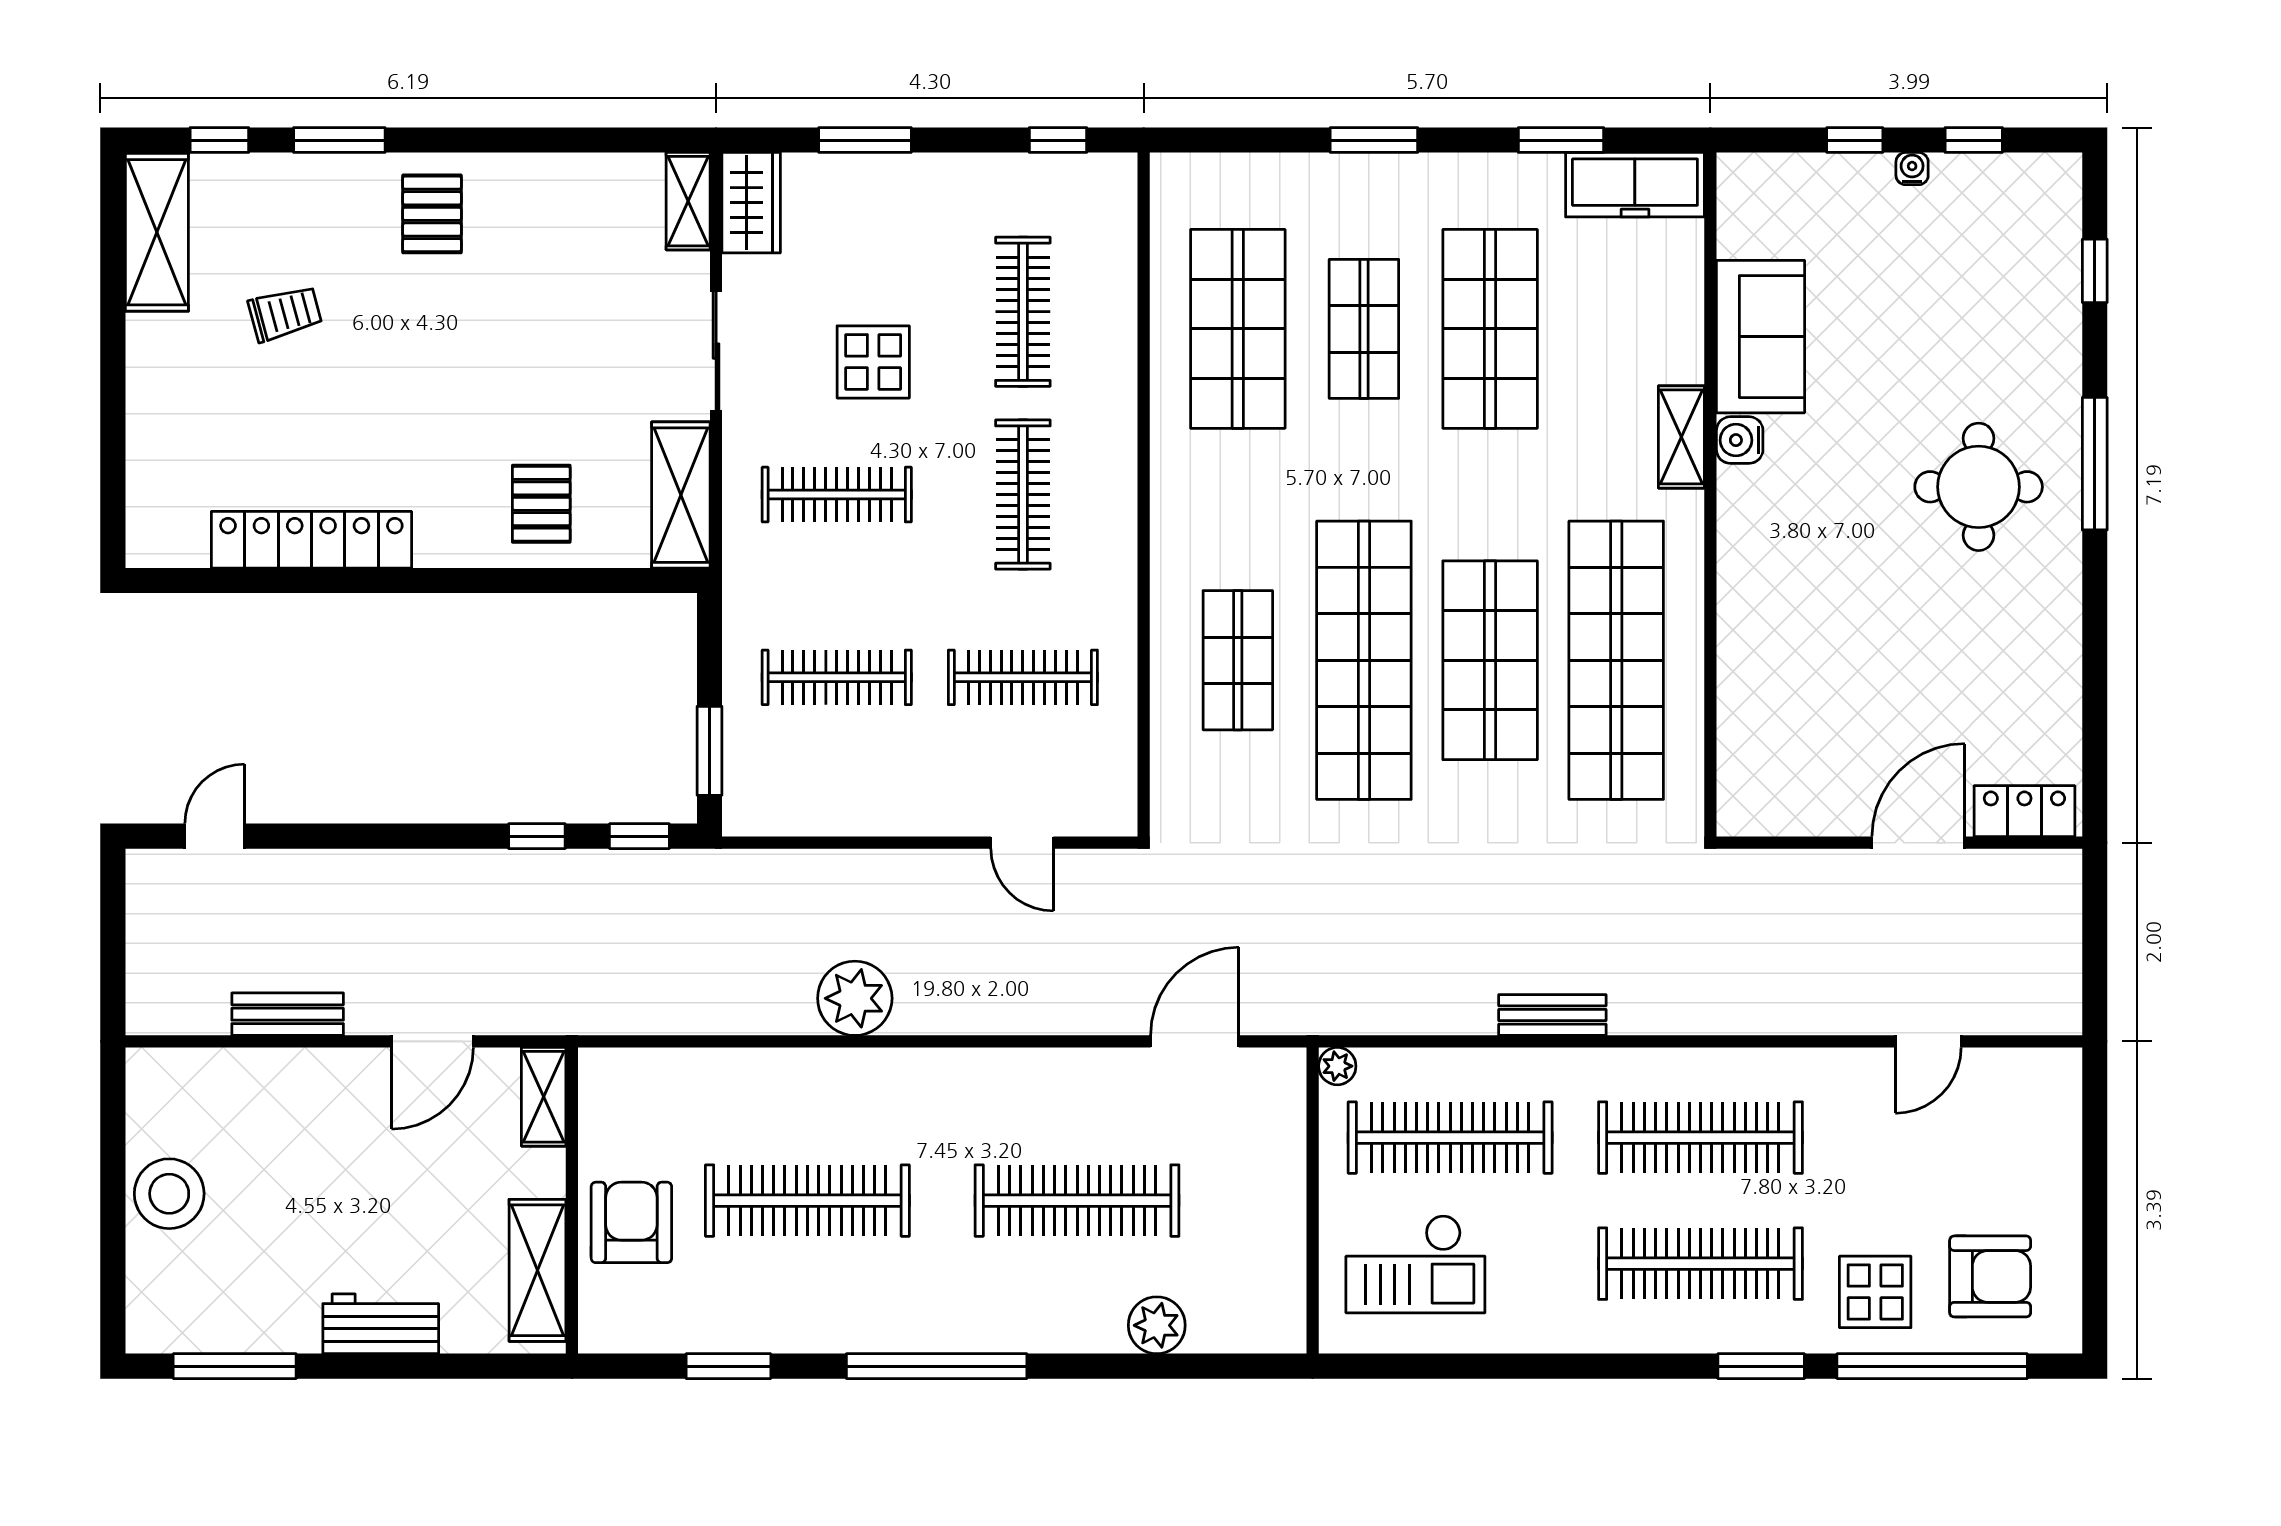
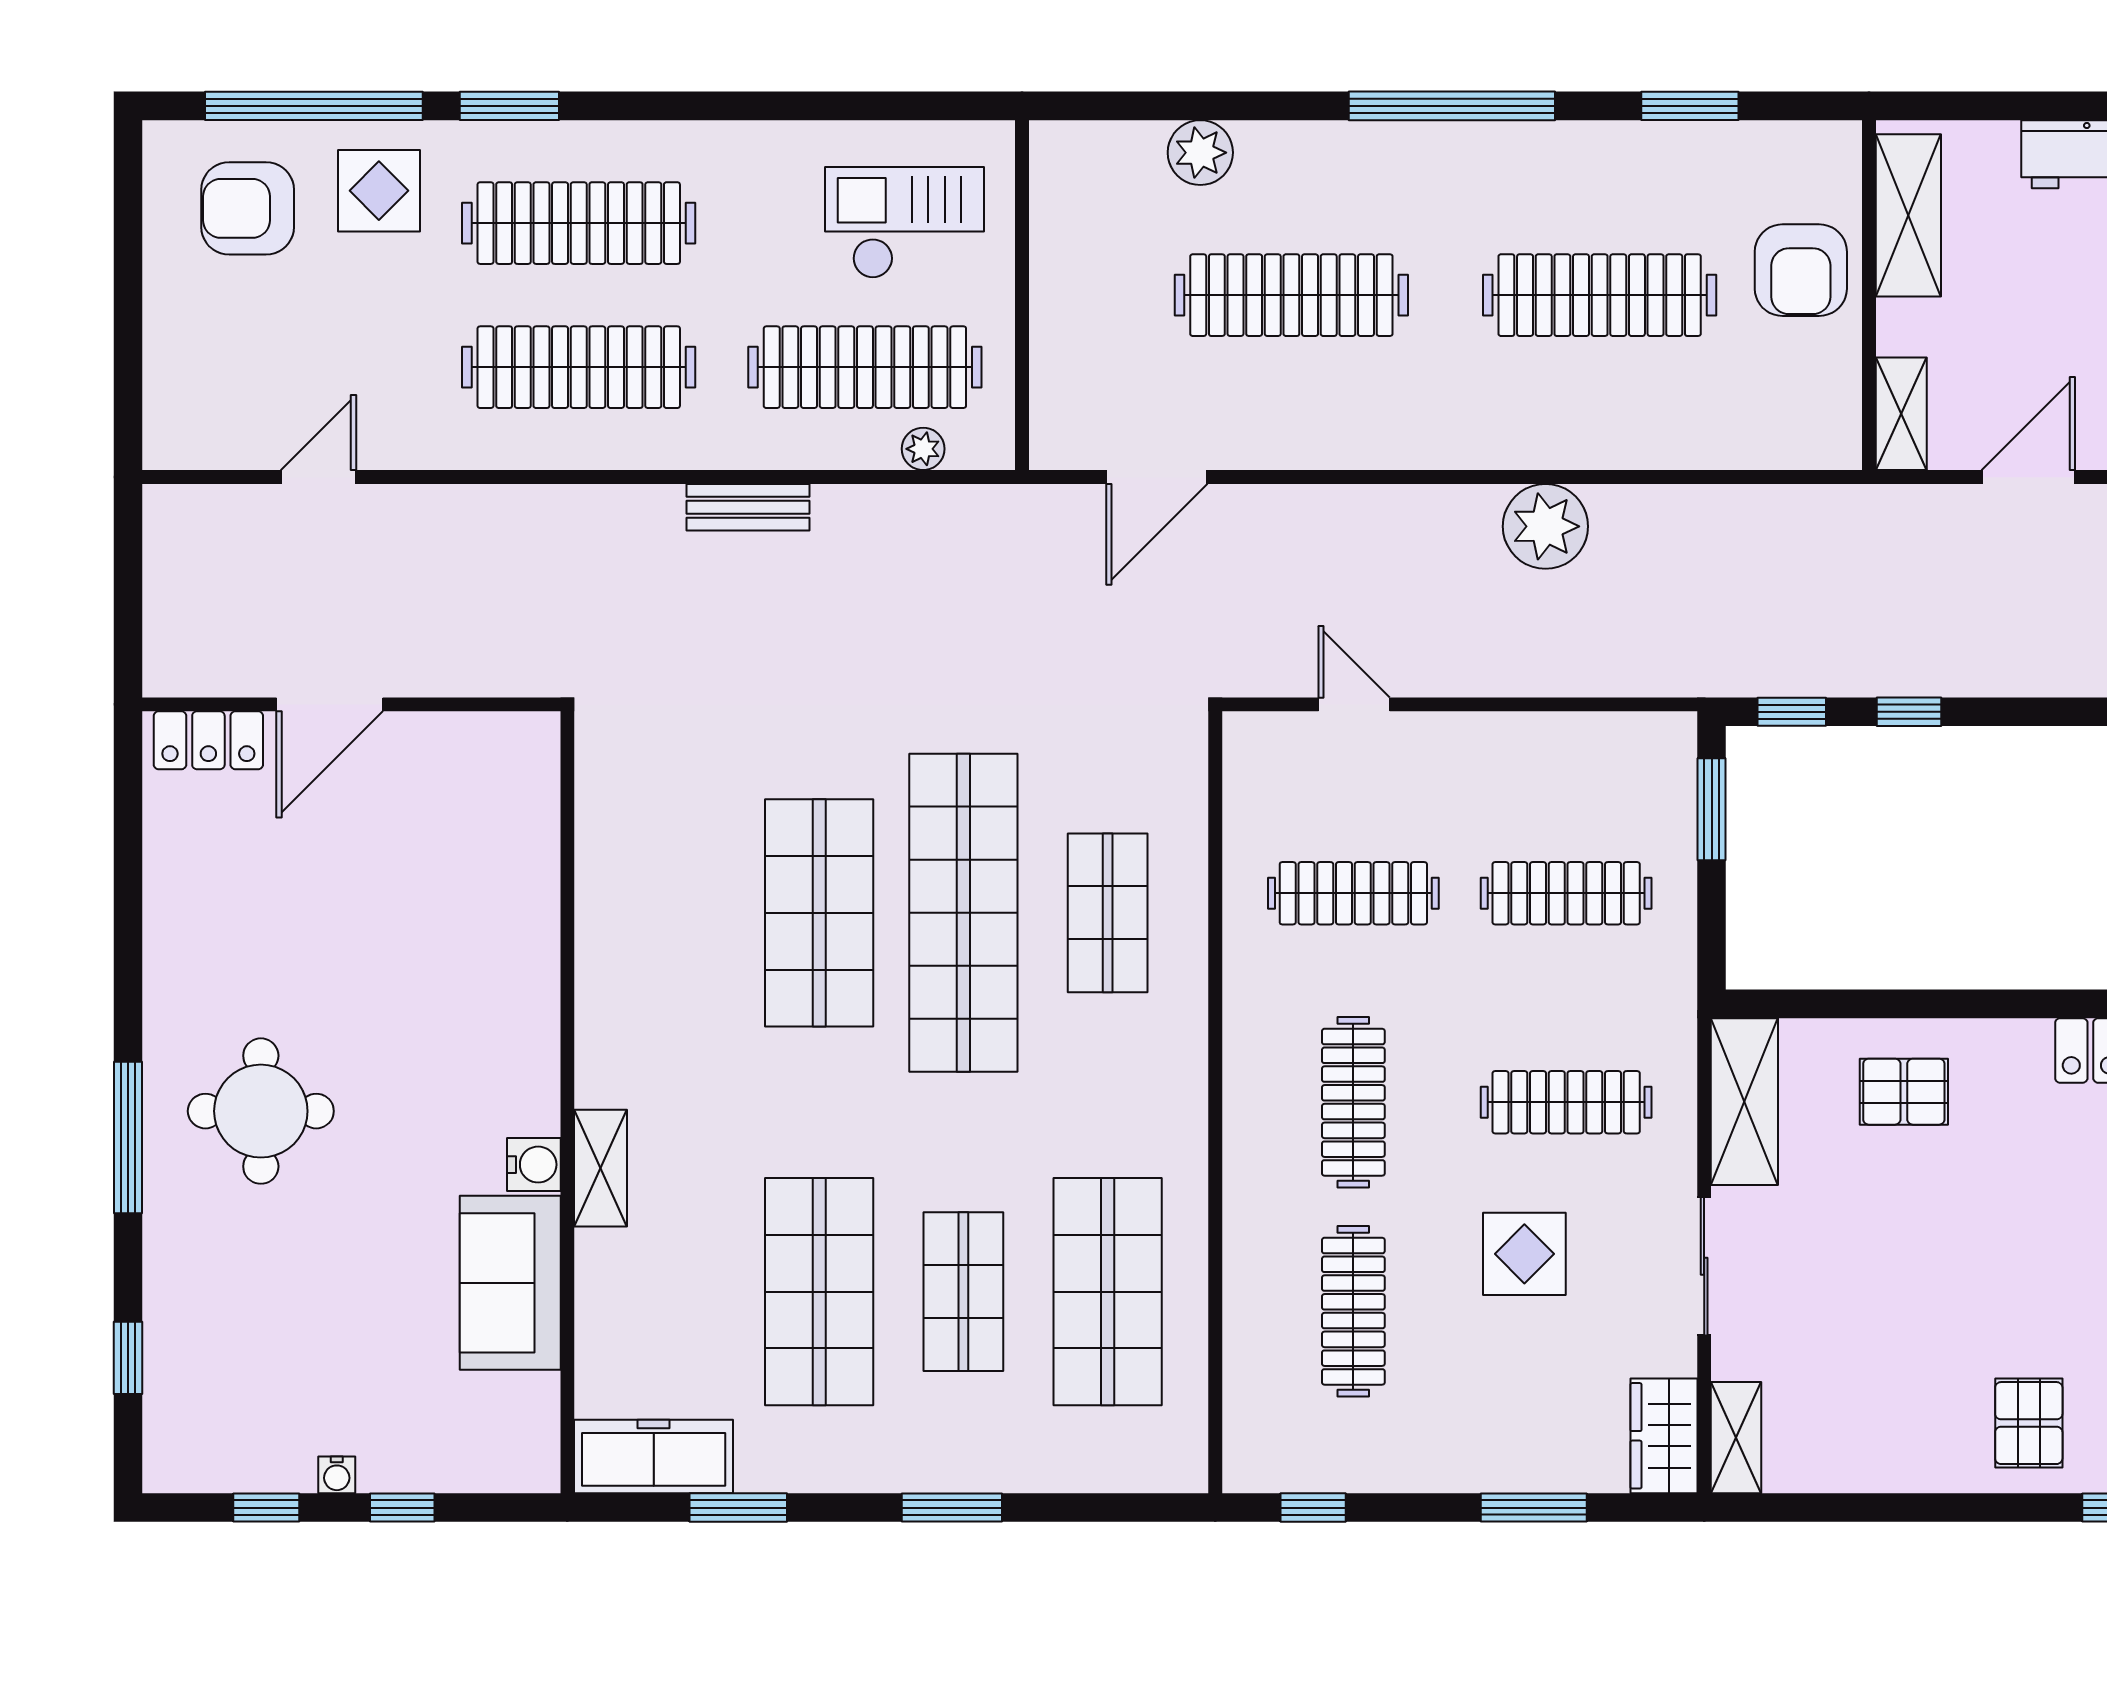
pallet: (541, 504) -> (1904, 1092), turned 90
shop shelf: (1616, 660) -> (675, 913), removed
plant: (1337, 1066) -> (923, 449), moved

